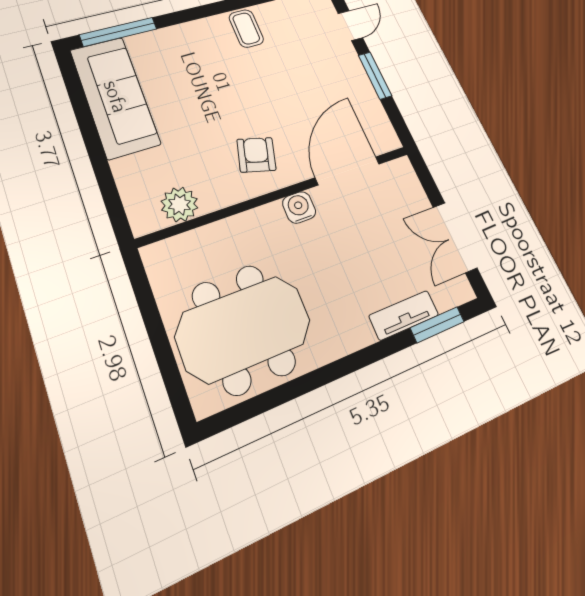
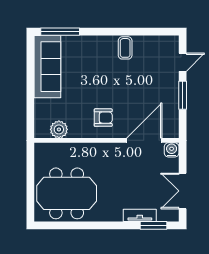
armchair: (256, 155) -> (103, 118), turned 75
water cooler: (299, 207) -> (172, 150), moved

